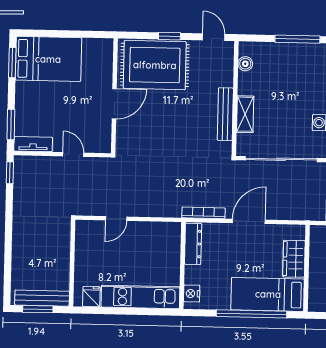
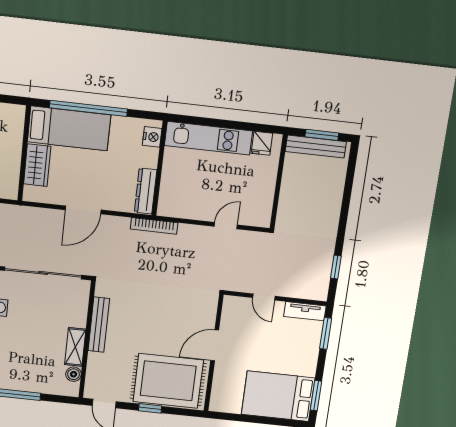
shelving: (245, 114) -> (75, 347), moved
window: (10, 173) -> (336, 267), moved
bookcase: (203, 213) -> (154, 226), moved

